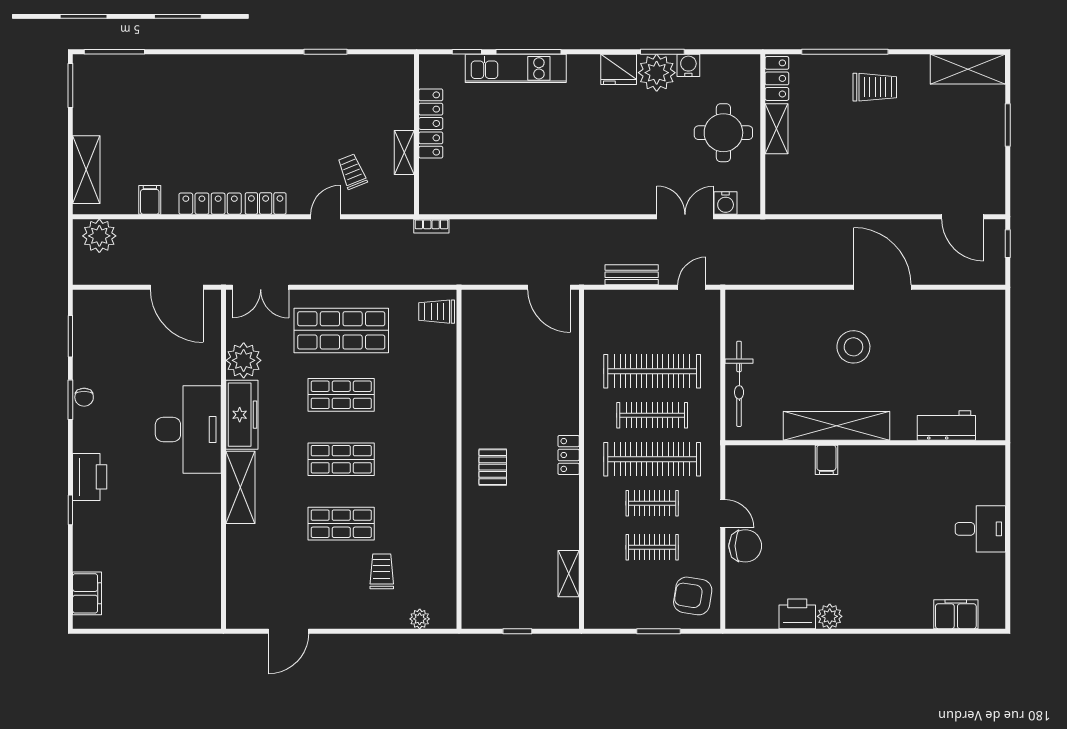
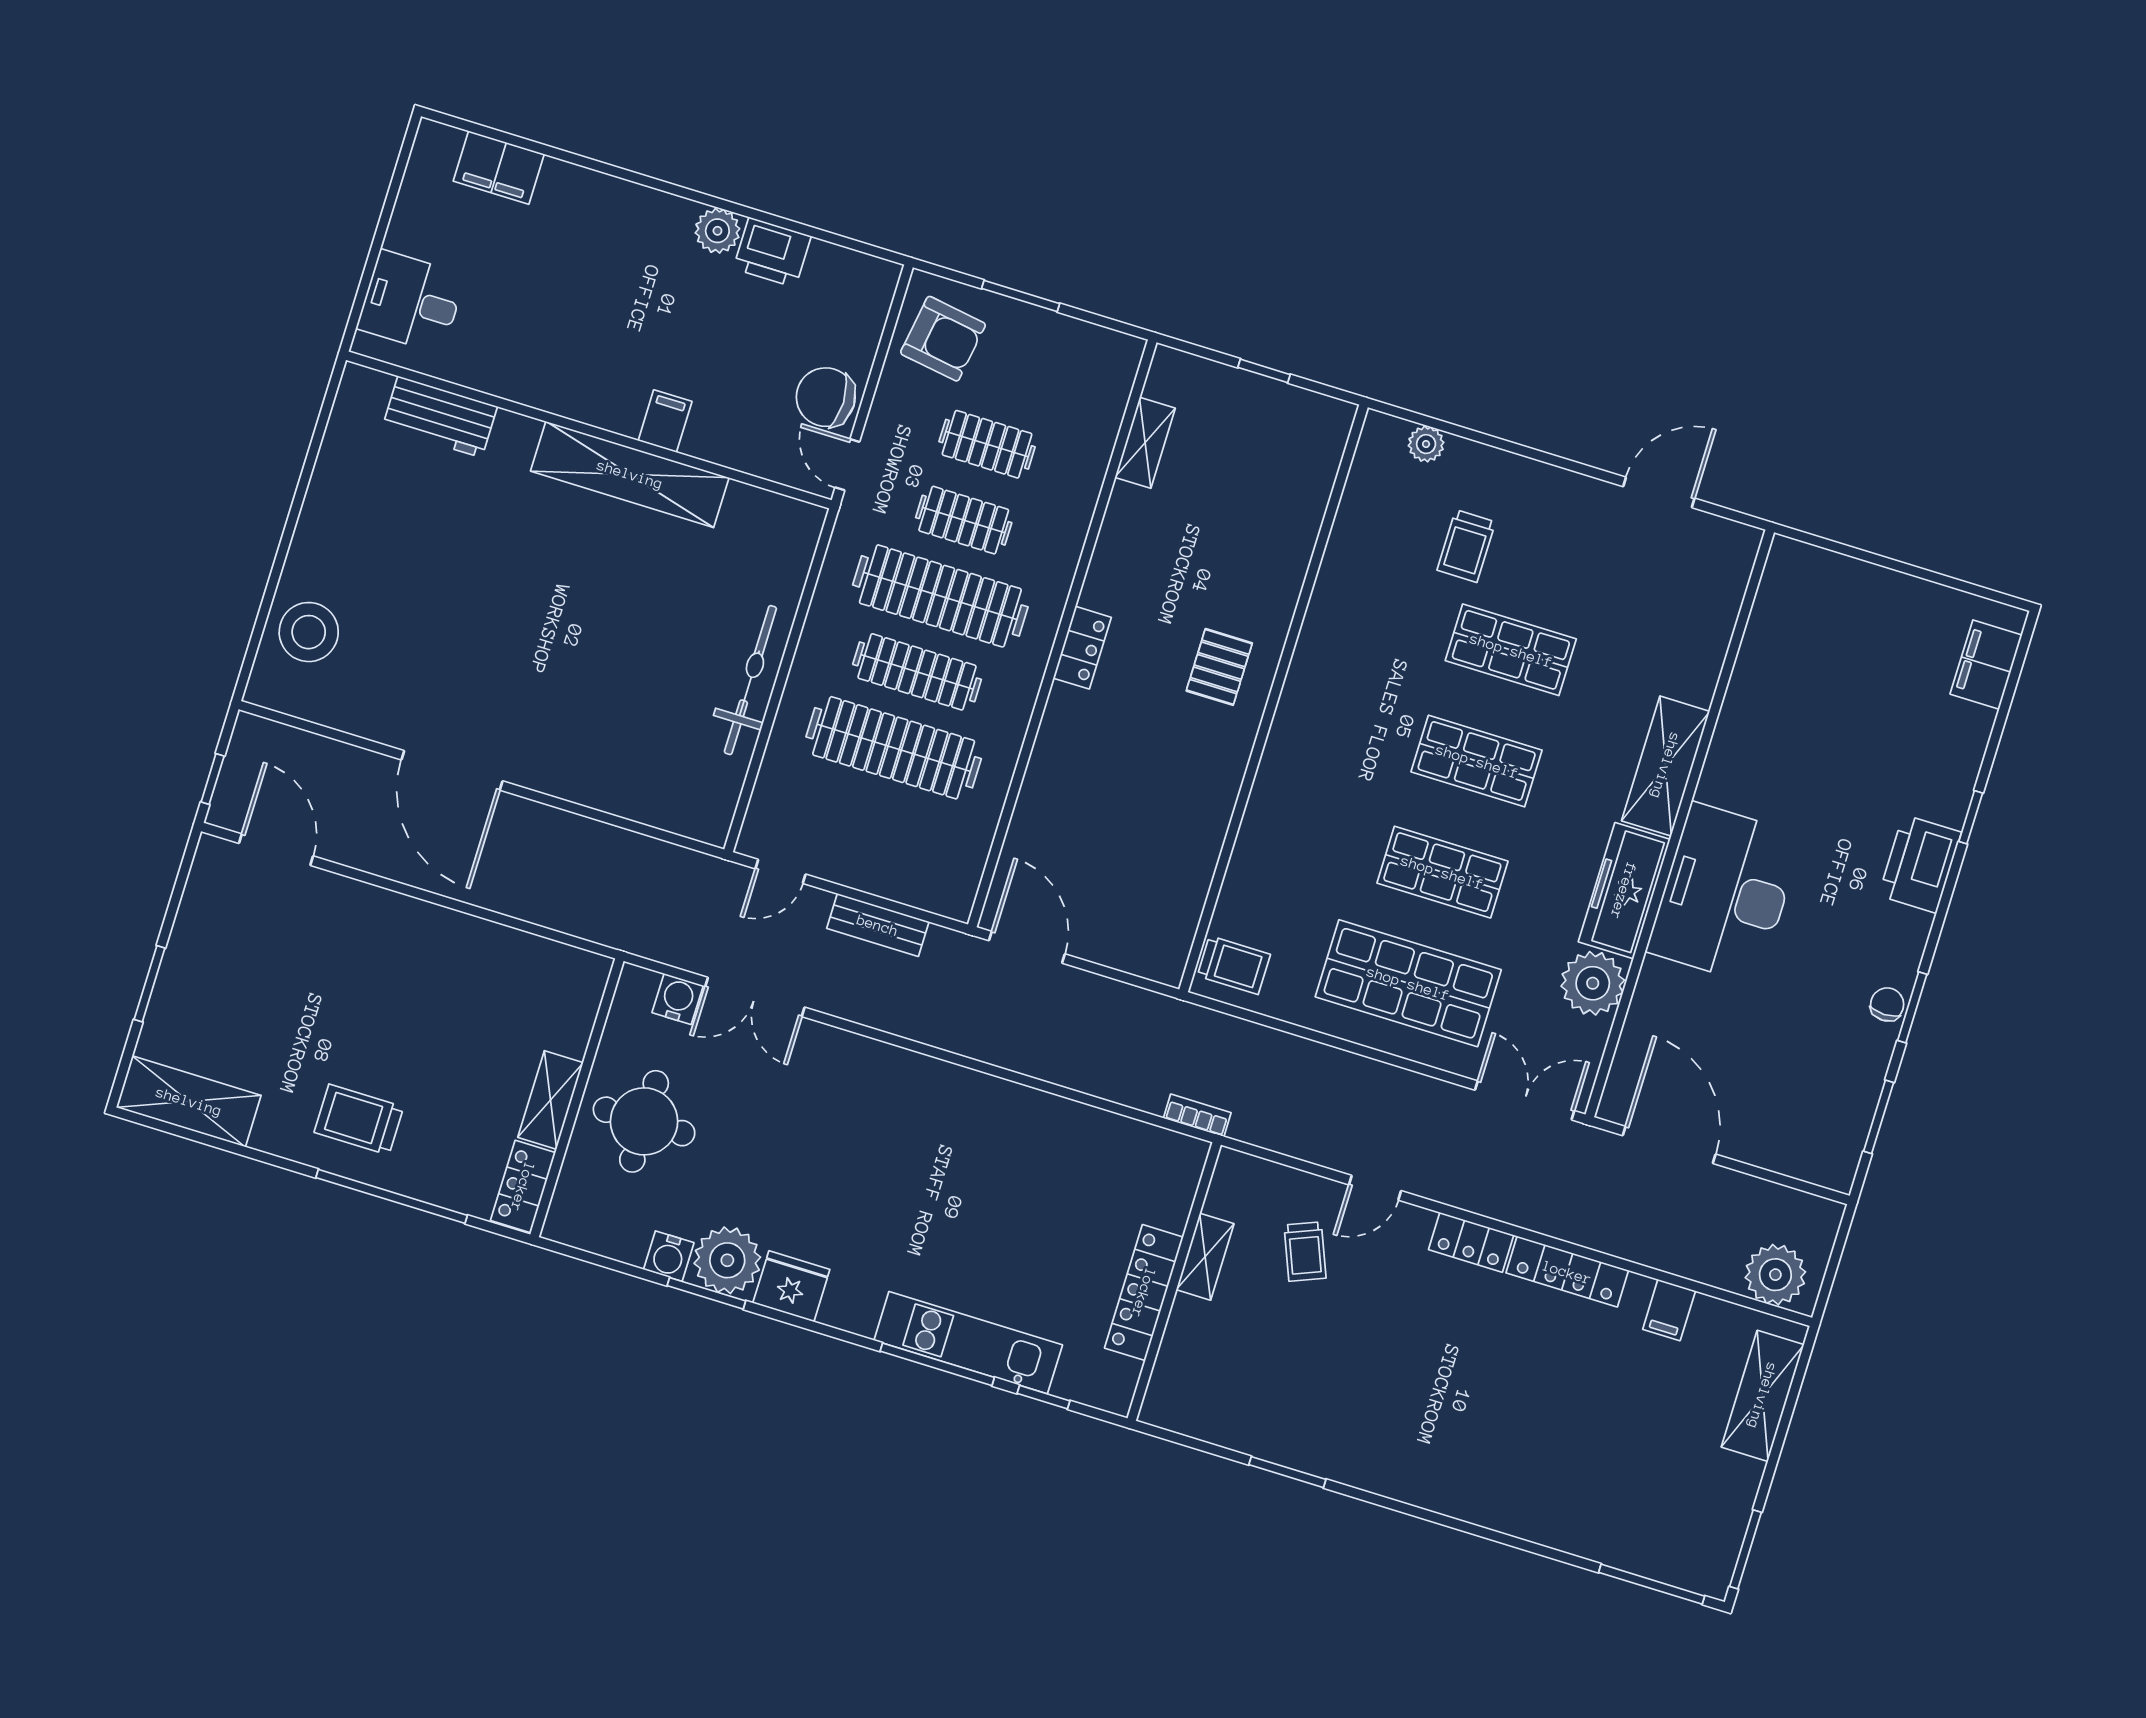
stool: (853, 347) -> (309, 632), moved
workbench: (946, 425) -> (440, 417), moved
shelving: (836, 426) -> (630, 474), moved
wall: (865, 443) -> (589, 430), moved
filing cabinet: (826, 460) -> (665, 421), moved

